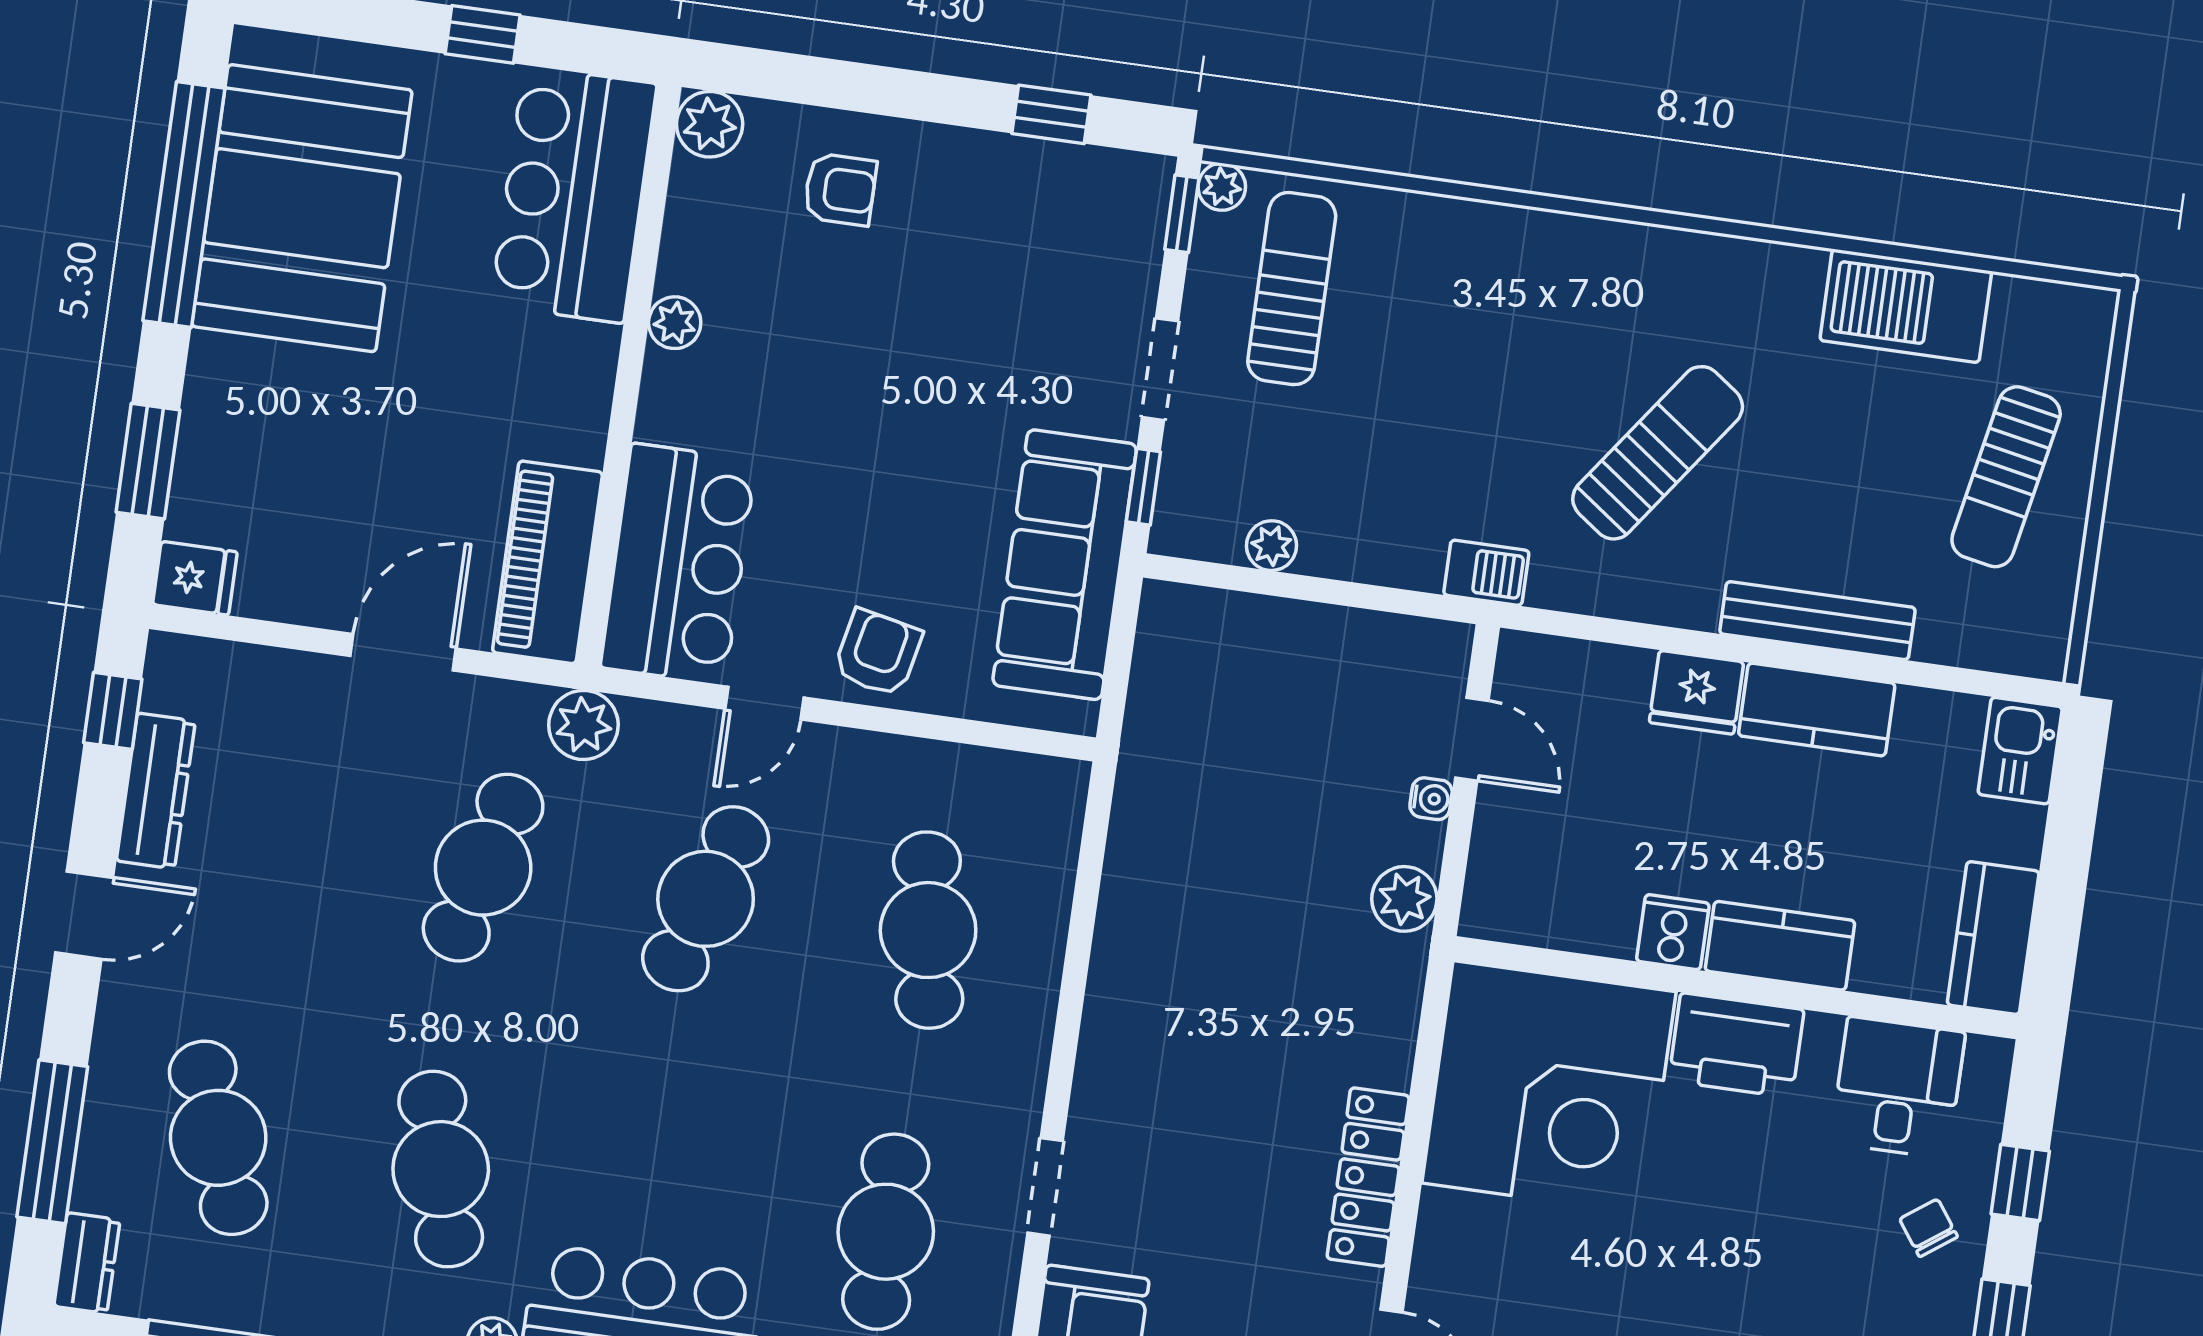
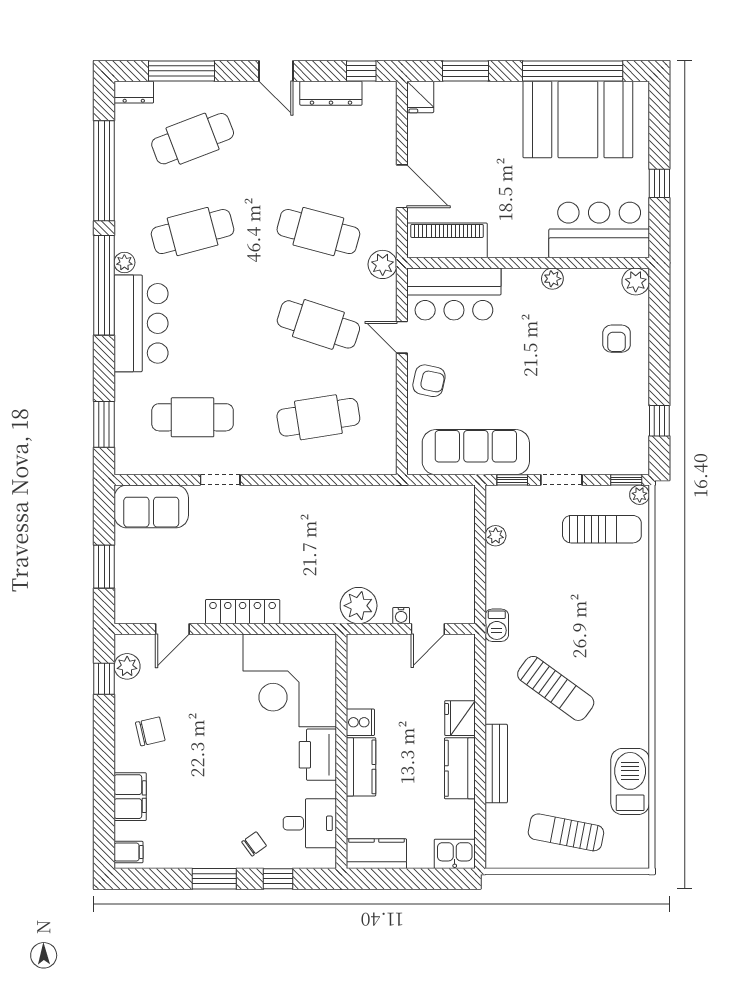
plant: (1404, 899) -> (359, 606), width x1.36, depth x1.36

